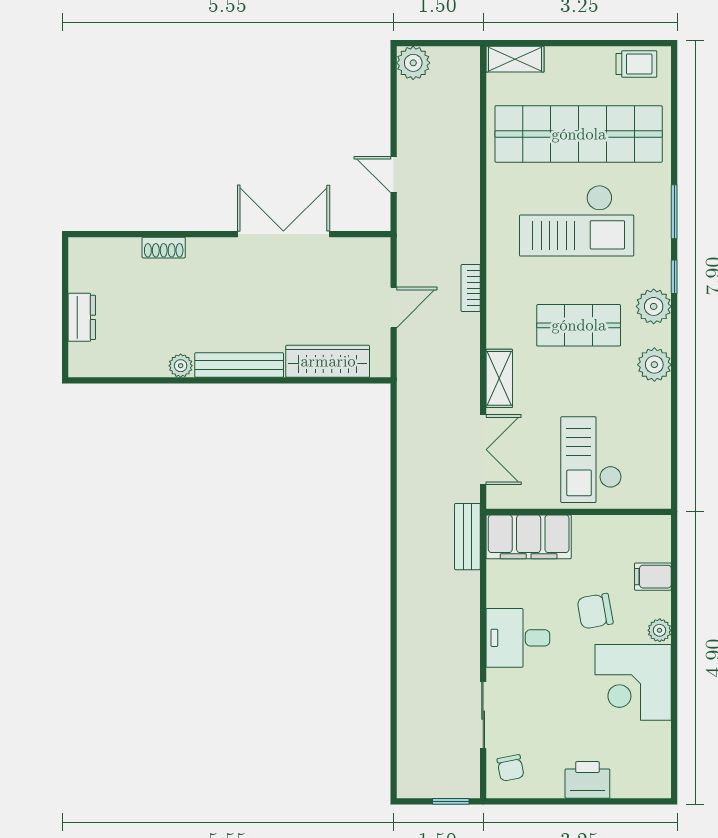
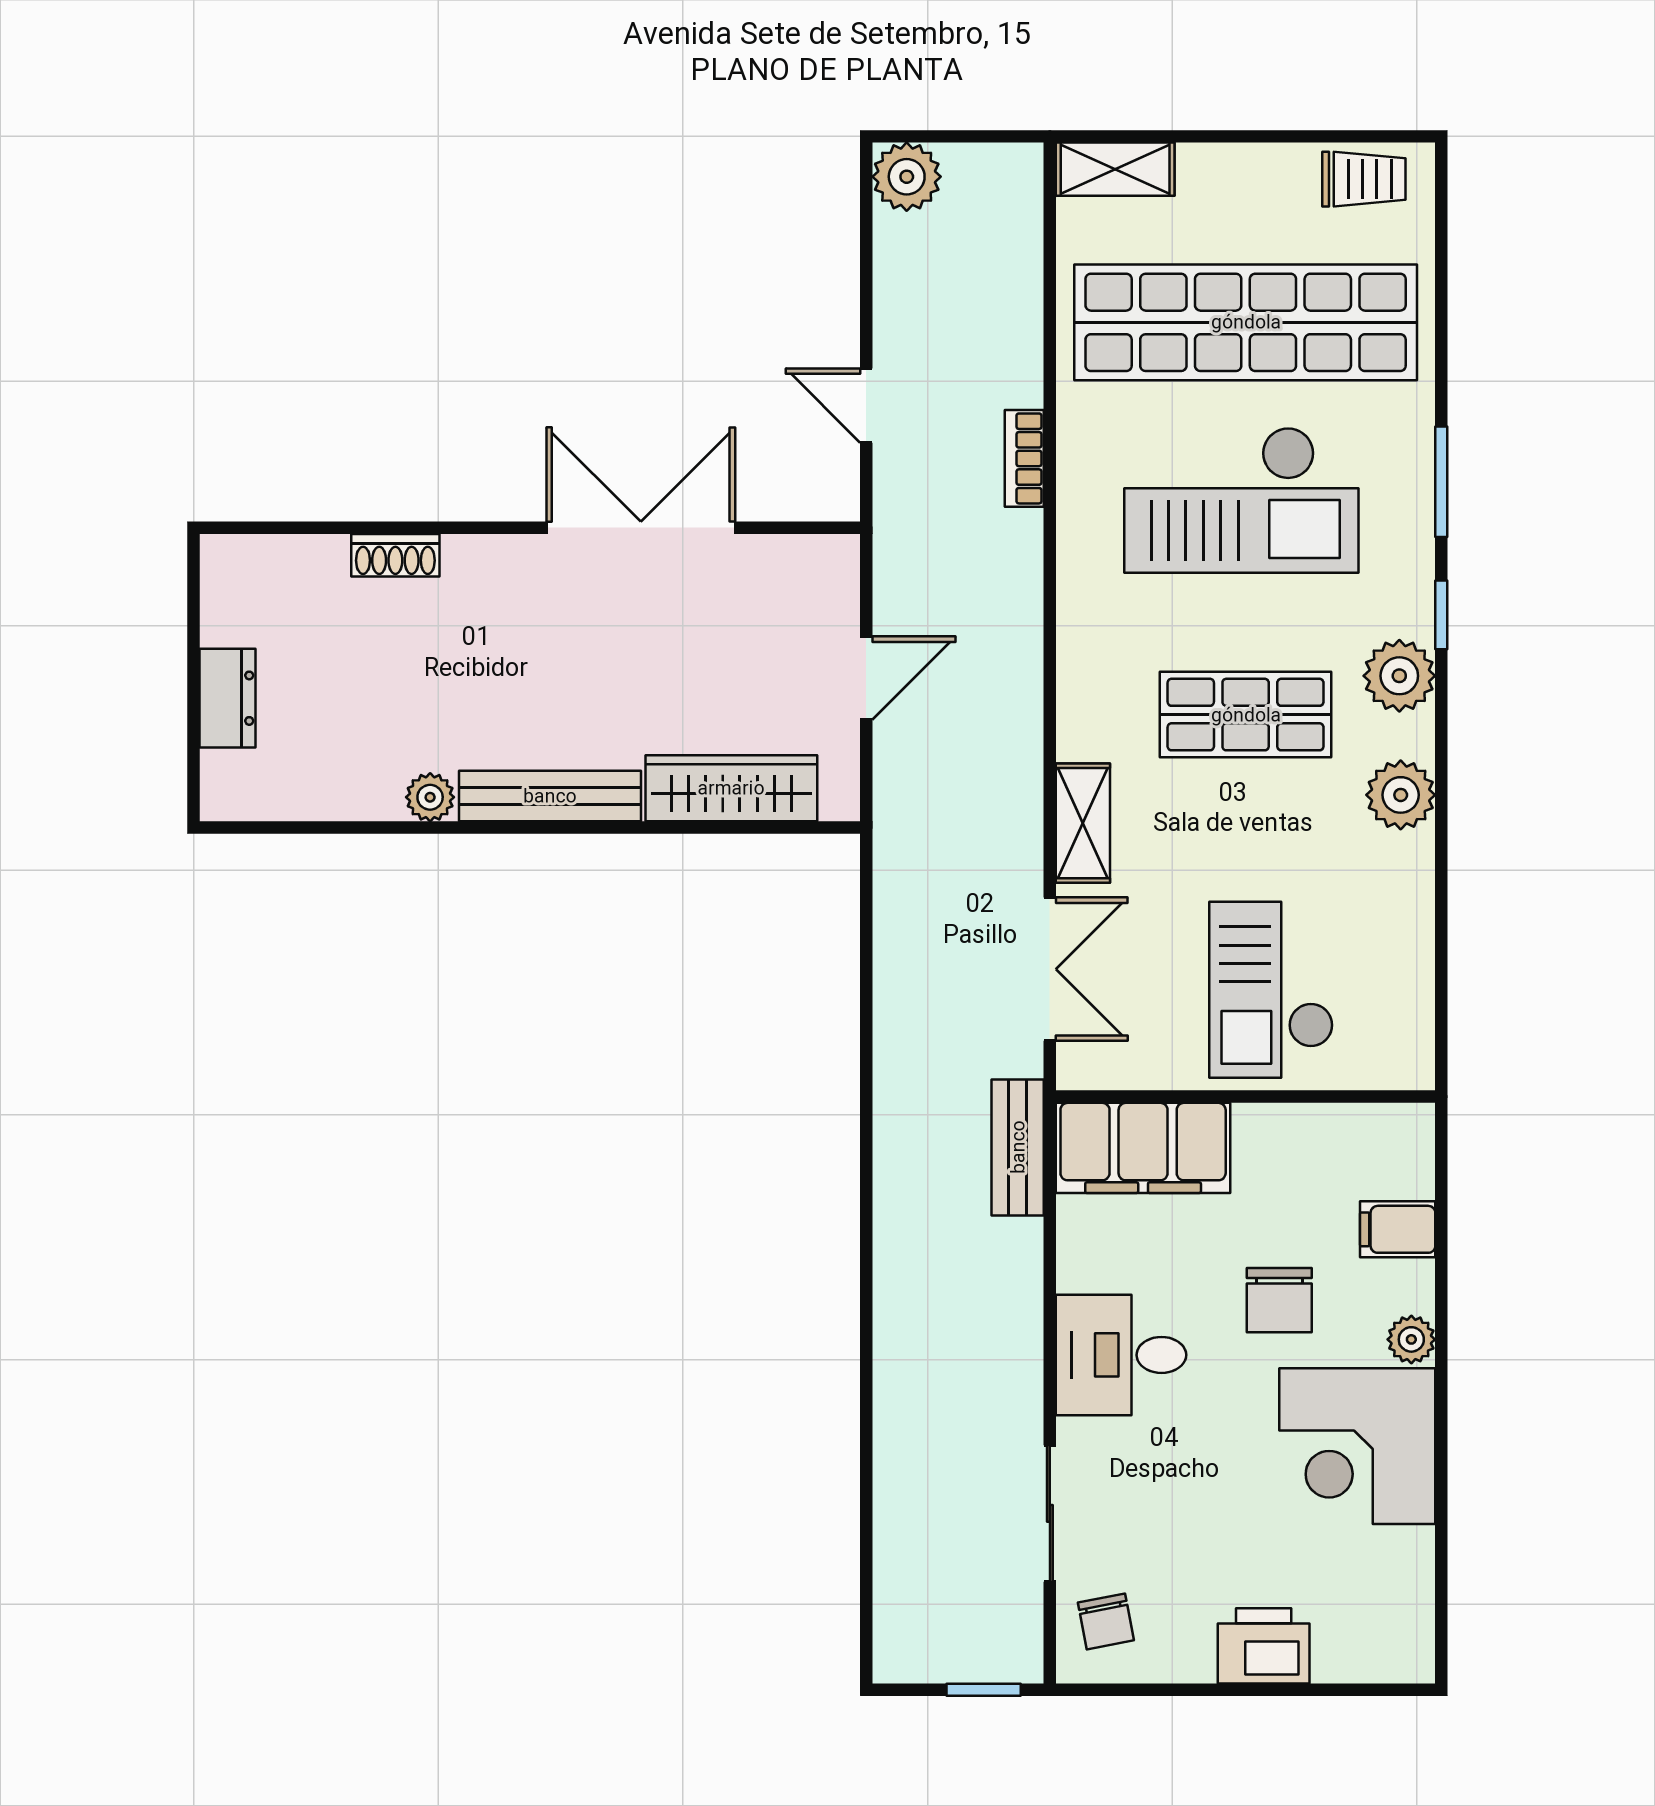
bookcase: (471, 288) -> (1024, 458), moved
chair: (595, 611) -> (1279, 1300), turned -80

